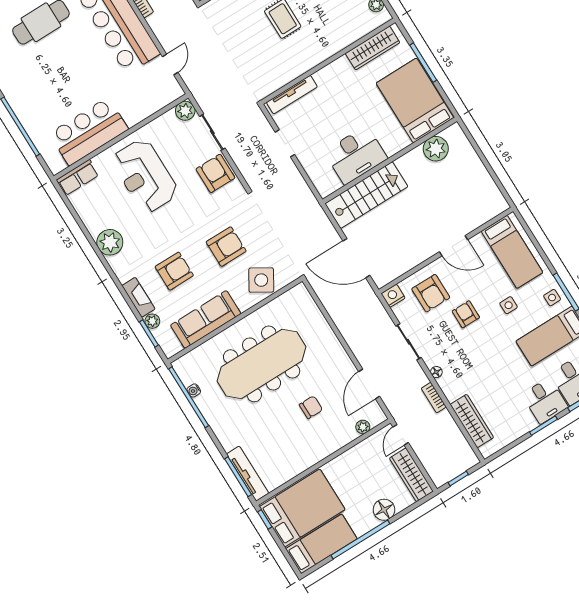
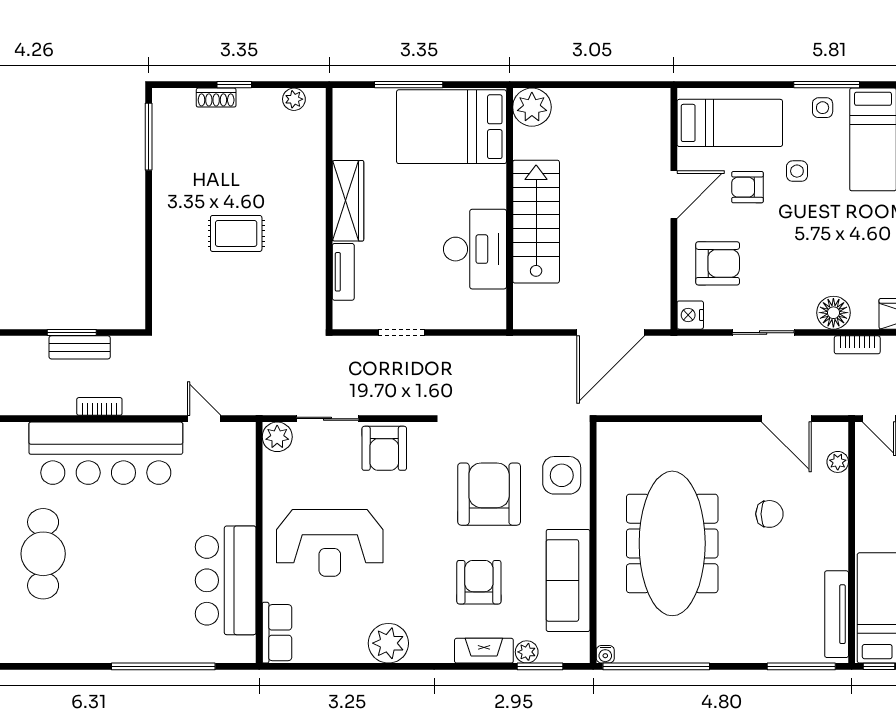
wardrobe: (373, 48) -> (348, 201), moved
tv unit: (292, 95) -> (343, 272), width x0.71
plant: (436, 149) -> (532, 107), moved
armchair: (215, 173) -> (384, 448), turned -90
stairs: (366, 195) -> (536, 222), moved
armchair: (226, 247) -> (489, 494), width x1.36, depth x1.36
side table: (261, 280) -> (562, 475), turned -31
armchair: (466, 314) -> (748, 187), moved
floor lamp: (436, 372) -> (833, 313), width x1.89, depth x1.89
water cooler: (194, 391) -> (605, 654), moved
chair: (311, 407) -> (769, 514), turned 90
tv unit: (248, 474) -> (837, 614), moved, turned -90

